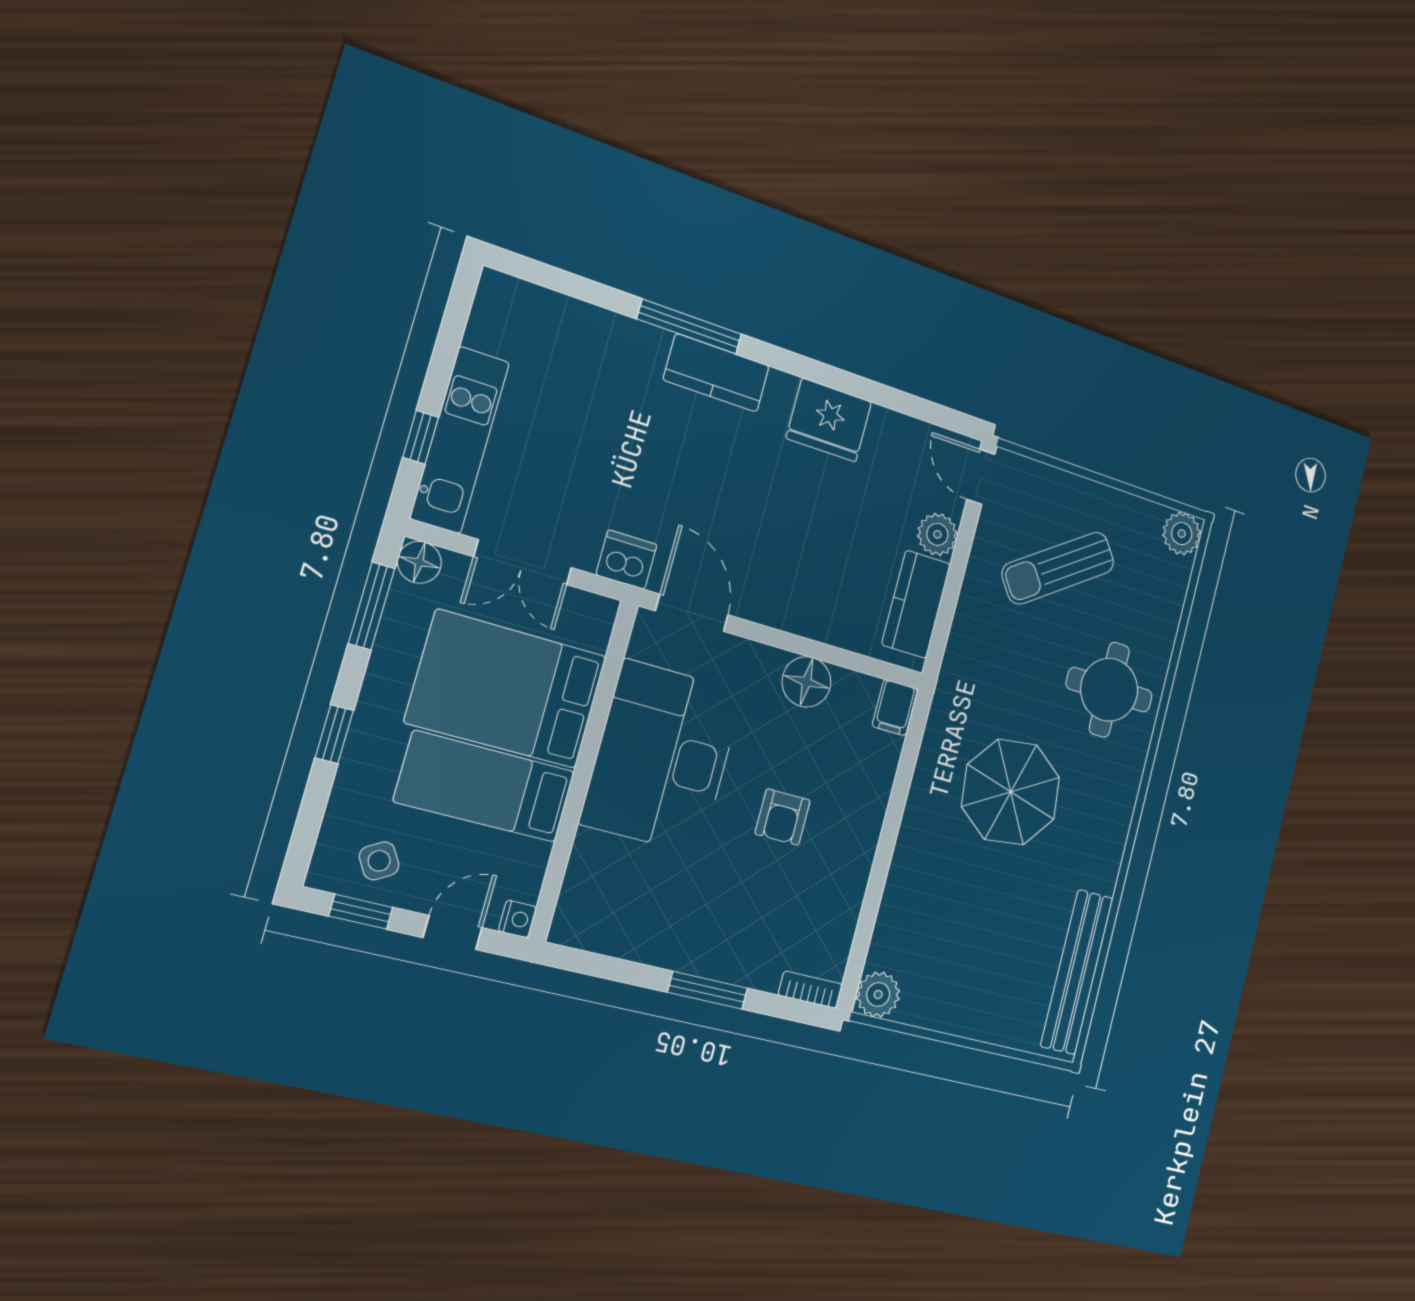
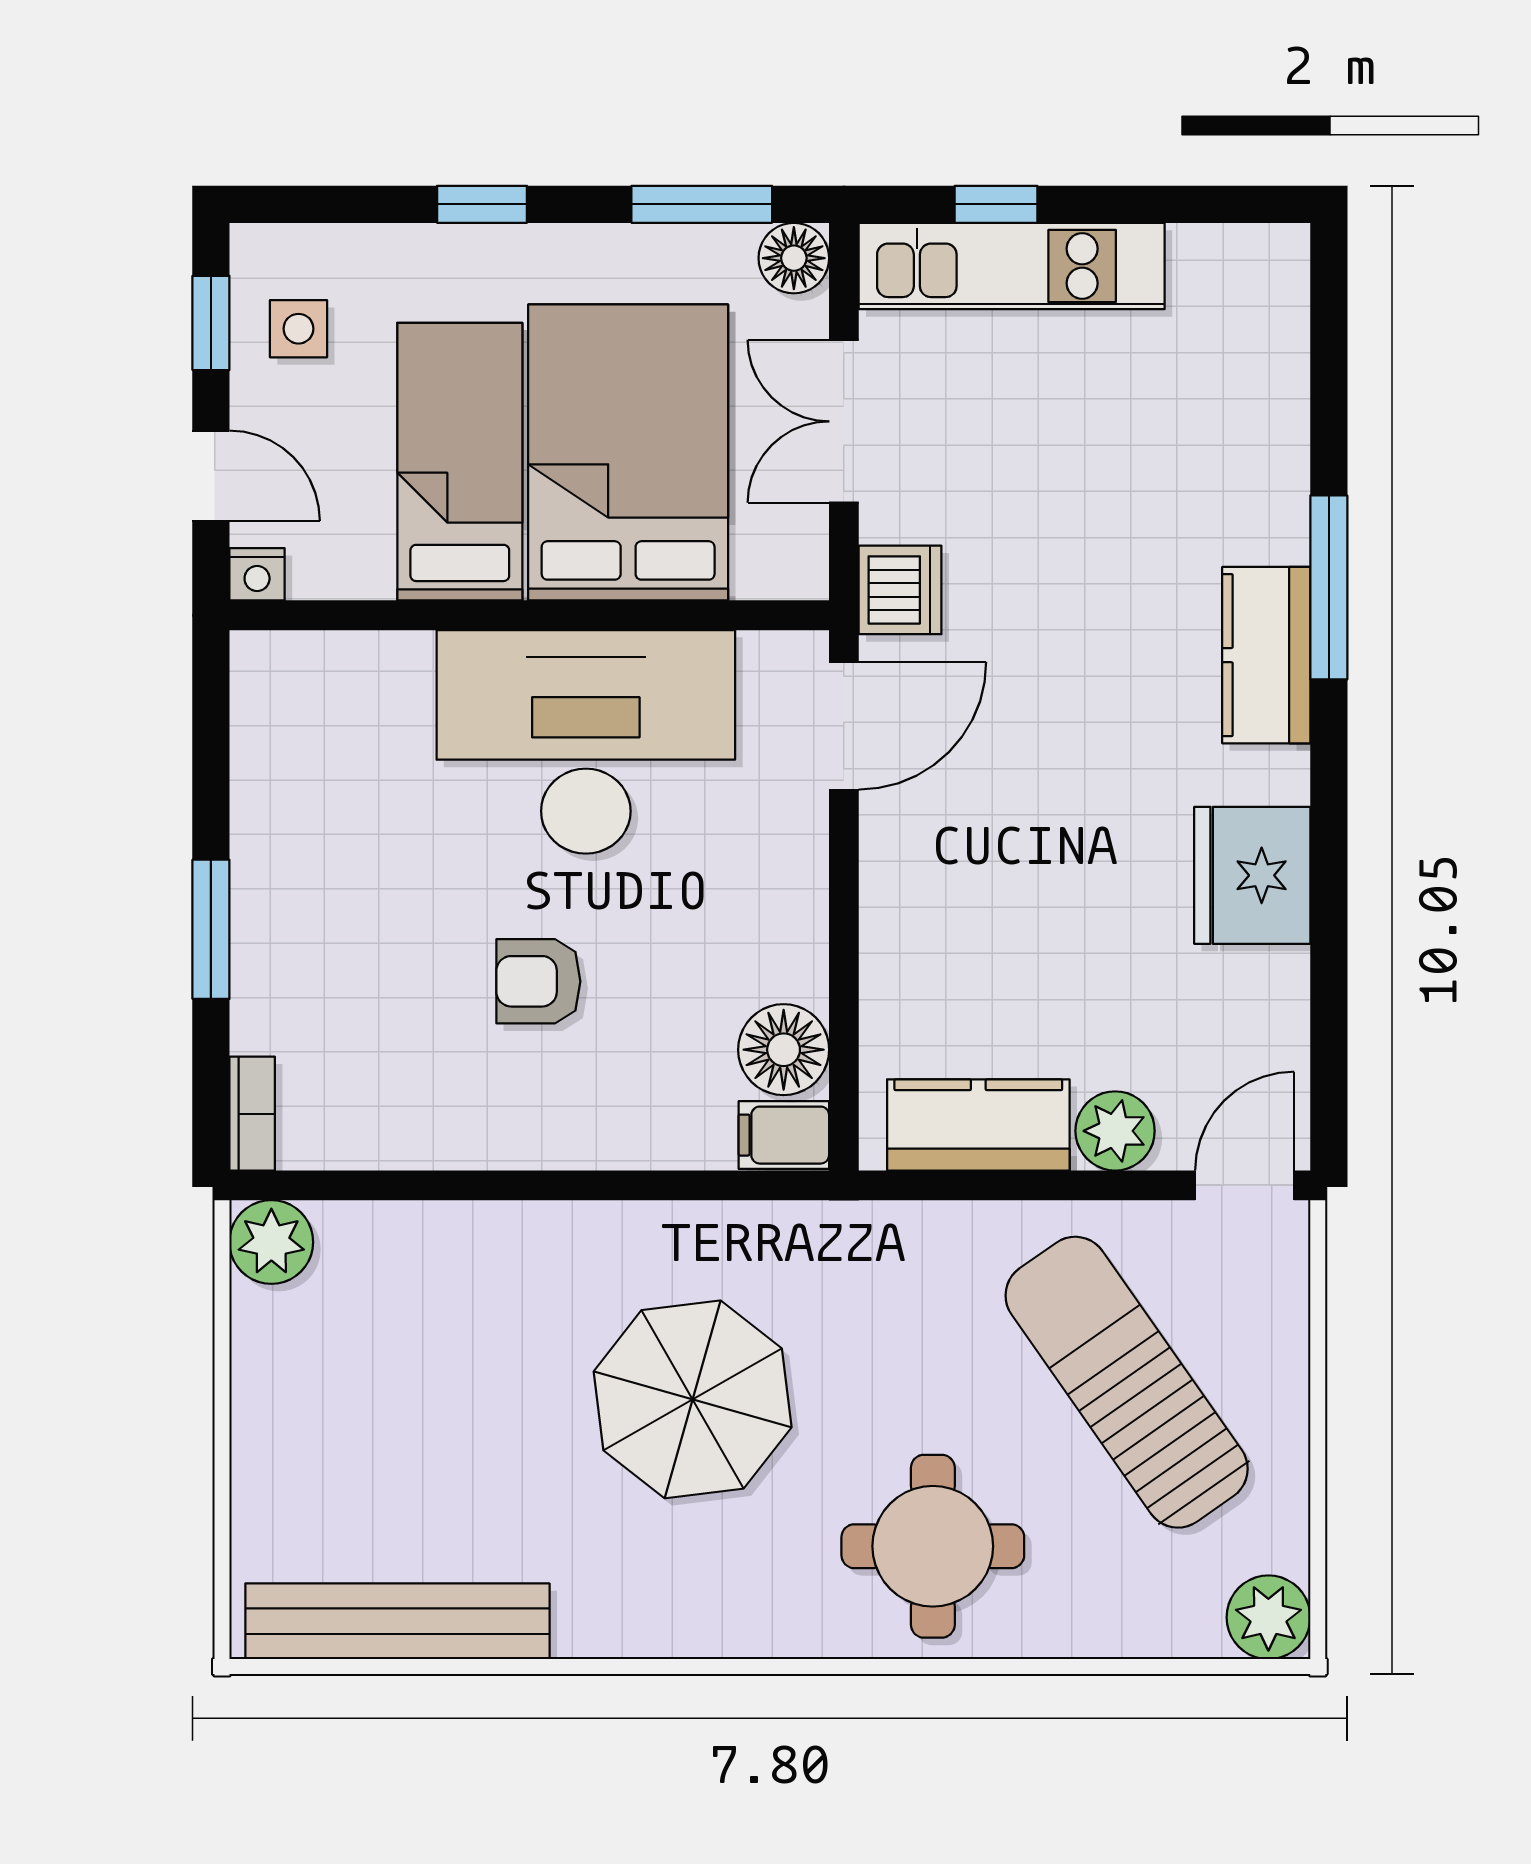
sun lounger: (1058, 568) -> (1127, 1382), width x1.36, depth x1.34
floor lamp: (806, 682) -> (784, 1050), moved
side table: (379, 861) -> (298, 329), turned 31

